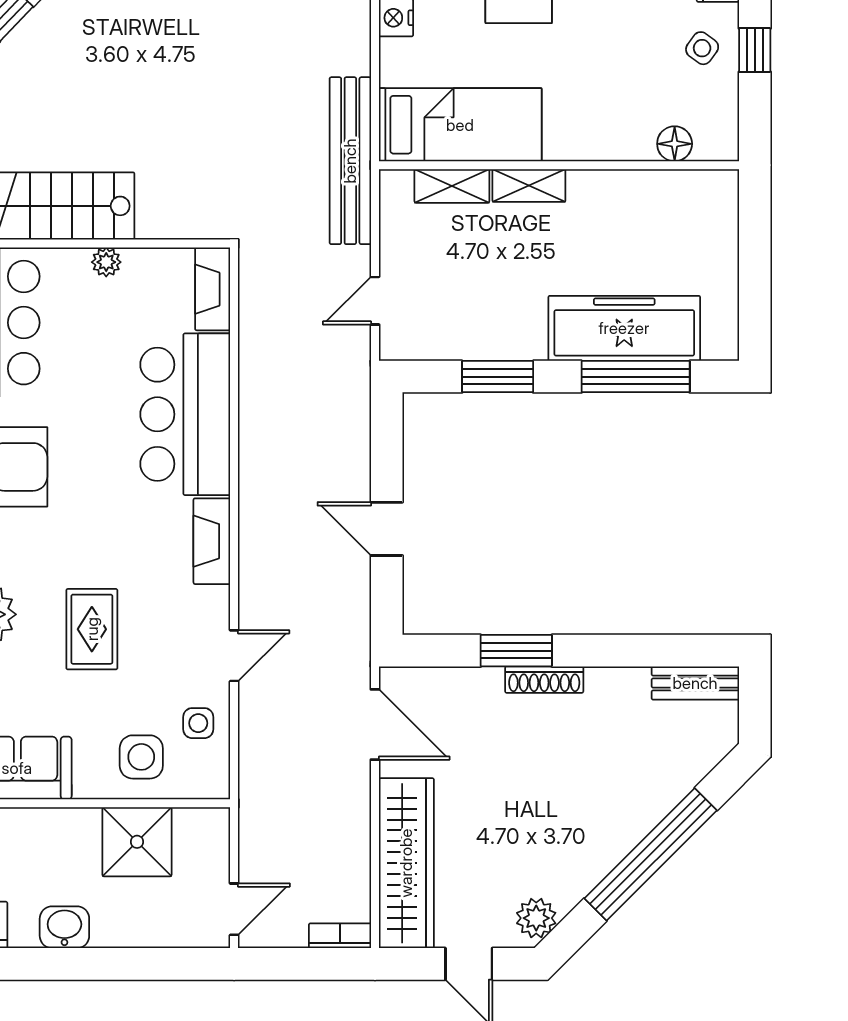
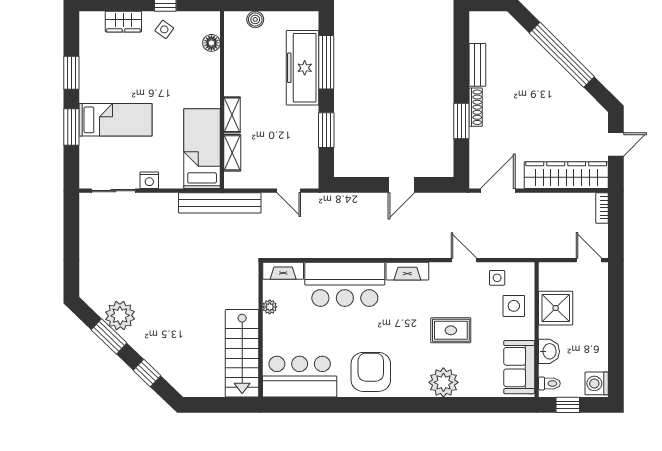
boiler: (722, 233) -> (255, 19), added
plant: (106, 262) -> (270, 307), moved
bench: (695, 683) -> (477, 65), moved
plant: (536, 918) -> (593, 111), removed
washbasin: (64, 927) -> (549, 351), moved, turned 180

